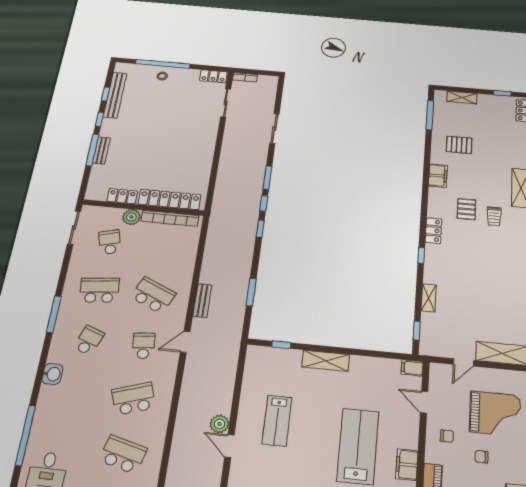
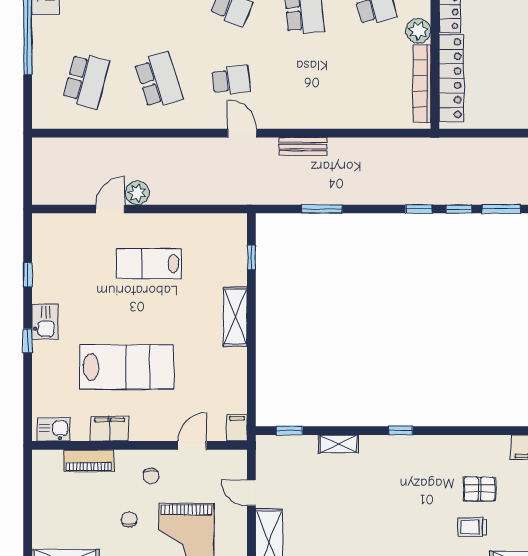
locker: (433, 231) -> (441, 445), removed
school desk: (153, 295) -> (304, 80), removed

